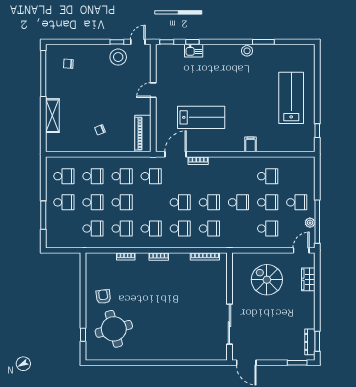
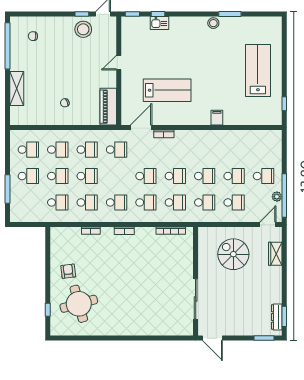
school desk: (268, 176) -> (205, 202), moved

